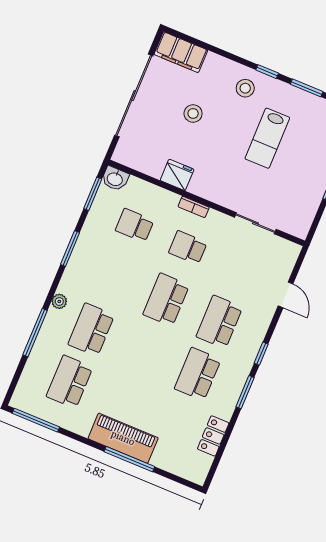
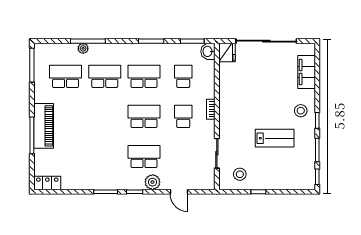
filing cabinet: (181, 52) -> (307, 72), moved
stool: (193, 113) -> (240, 174), moved
lab bench: (267, 138) -> (275, 138), turned 180
fridge: (177, 175) -> (227, 53), moved
door: (286, 295) -> (179, 192), hinge flipped
plant: (59, 301) -> (83, 48), moved
plant: (258, 325) -> (153, 182), added
school desk: (198, 374) -> (144, 76), moved
locker: (213, 436) -> (47, 183), moved

